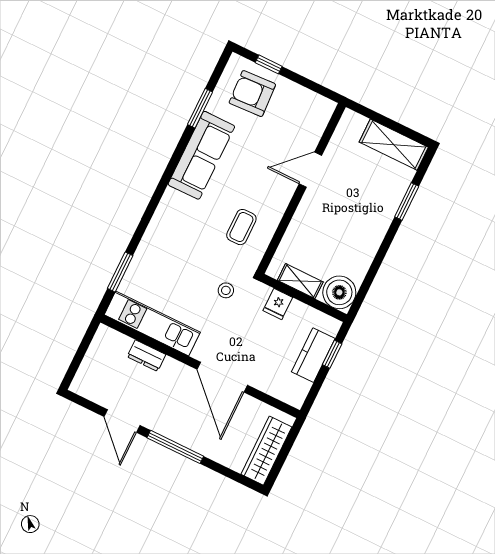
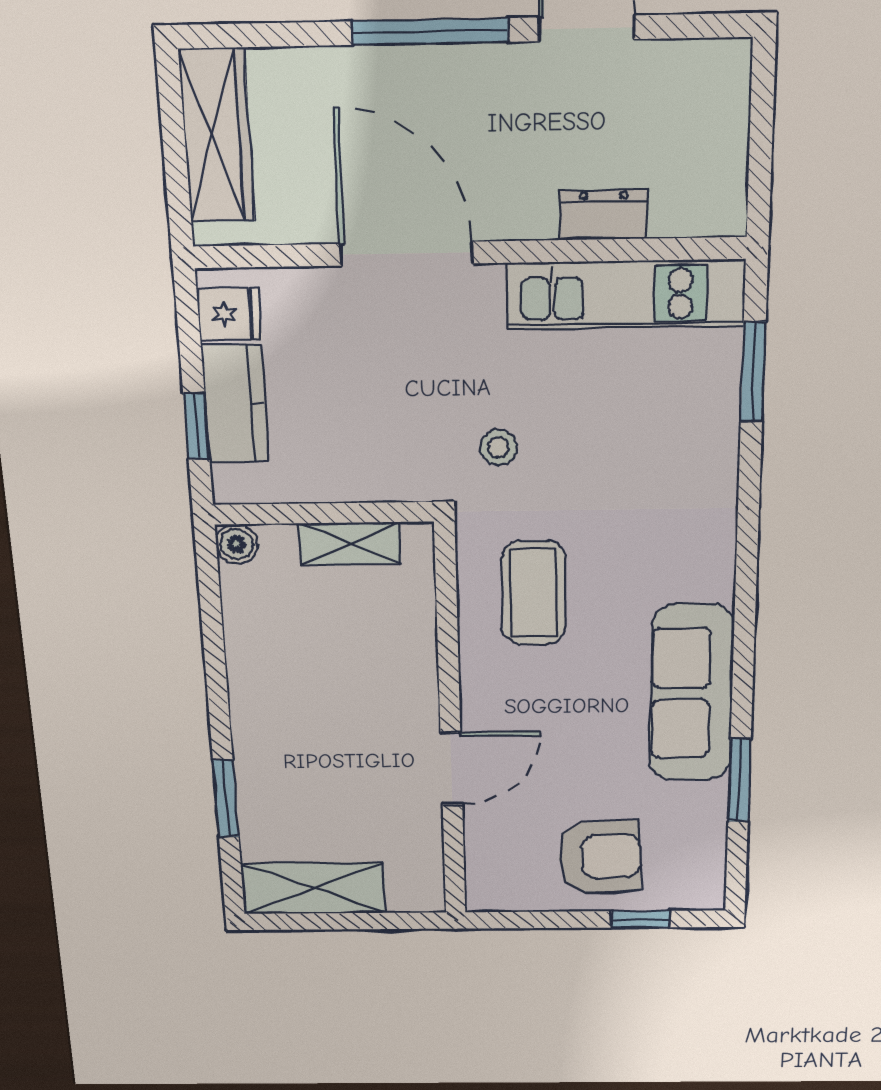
armchair: (252, 94) -> (599, 857), moved
coffee table: (241, 227) -> (534, 593), width x1.36, depth x1.30
boiler: (339, 292) -> (237, 544), width x0.54, depth x0.54
fridge: (278, 304) -> (229, 314), moved, turned 90

